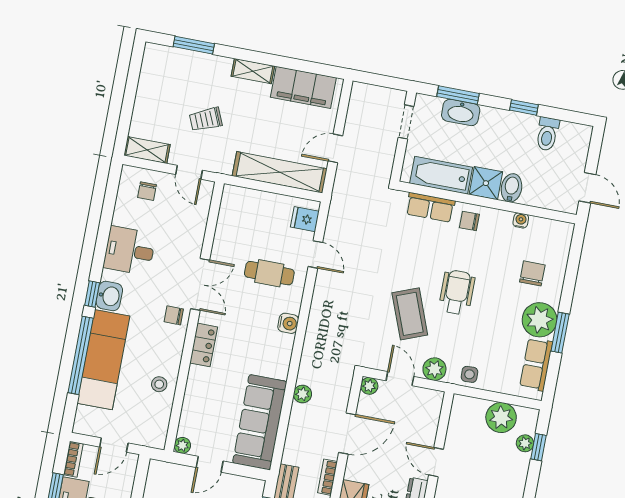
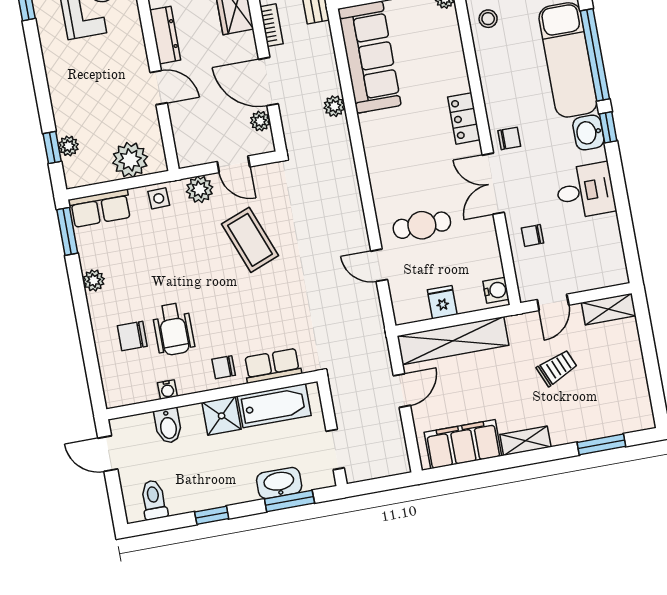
toilet: (547, 134) -> (154, 500), moved
door: (189, 172) -> (553, 302), swing flipped
bidet: (511, 188) -> (168, 426), moved
chair: (147, 191) -> (533, 235), moved, turned -90
fridge: (305, 219) -> (442, 302), moved, turned -90
chair: (469, 221) -> (224, 367), turned 180
chair: (532, 273) -> (132, 336), turned 90
wheelchair: (457, 292) -> (173, 329), moved
plant: (540, 320) -> (94, 280), width x0.53, depth x0.53
water cooler: (288, 323) -> (496, 290), moved, turned 180
window: (560, 333) -> (67, 231), moved
row of seats: (536, 364) -> (100, 208), moved, turned 90
stool: (159, 384) -> (488, 19), moved
plant: (369, 386) -> (260, 121), moved
plant: (501, 418) -> (130, 160), moved
door: (347, 434) -> (268, 82), hinge flipped

